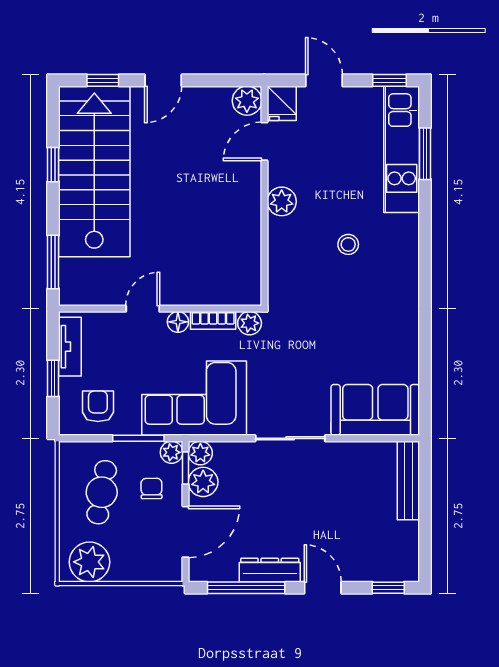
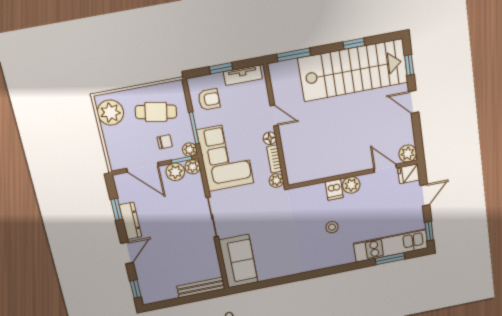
dishwasher: (284, 231) -> (334, 190), added
window: (246, 588) -> (117, 209), width x0.46

